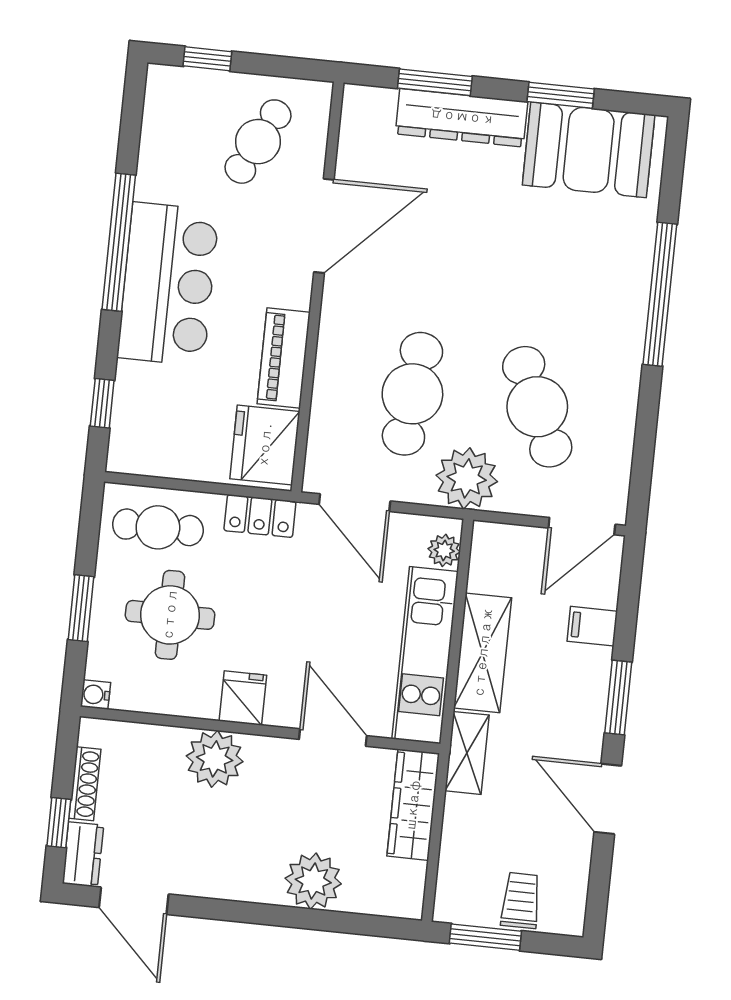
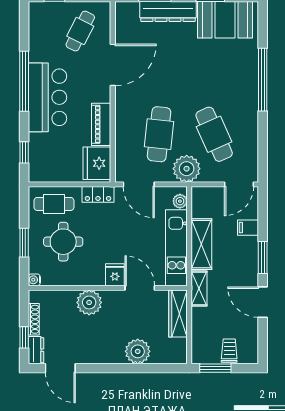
fridge: (243, 698) -> (115, 275), moved

